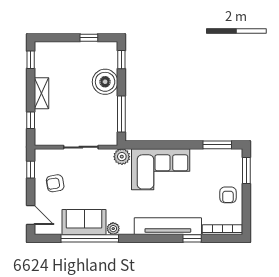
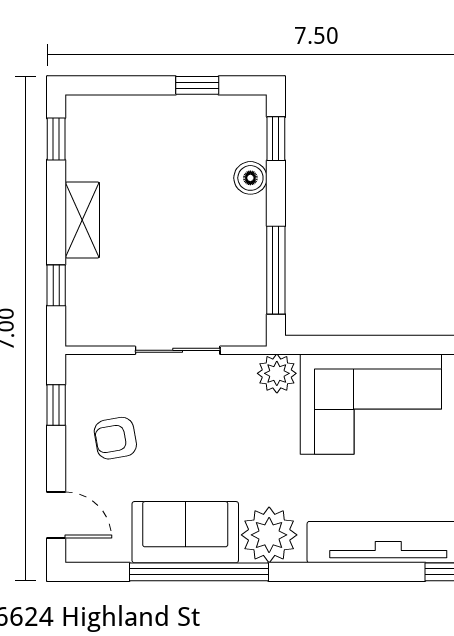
boiler: (105, 82) -> (250, 178), width x0.54, depth x0.54
plant: (113, 229) -> (269, 535), width x1.88, depth x1.88

